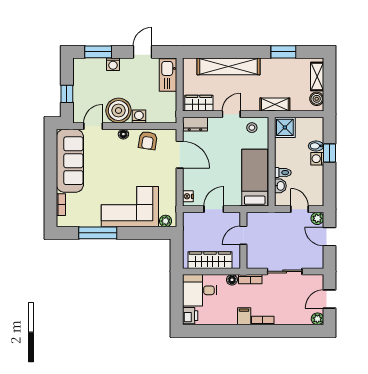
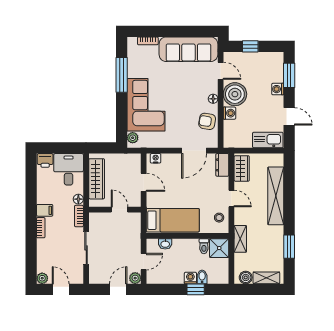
toilet: (283, 173) -> (204, 246), moved

